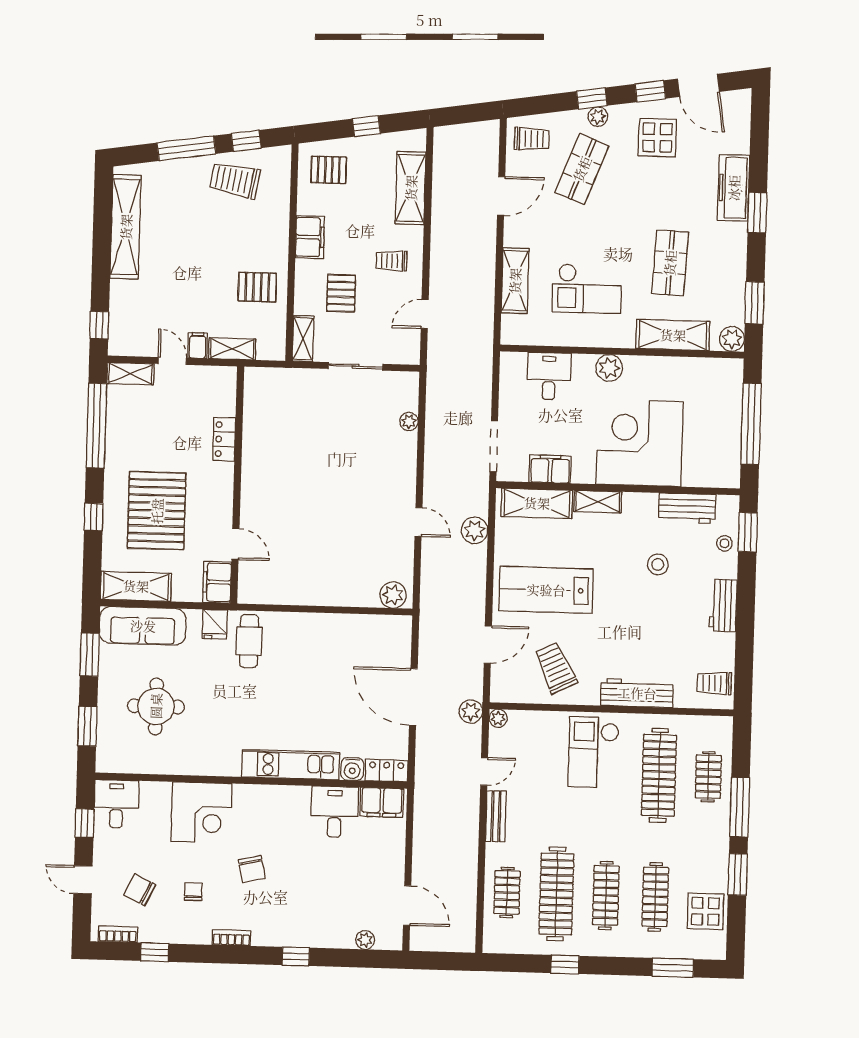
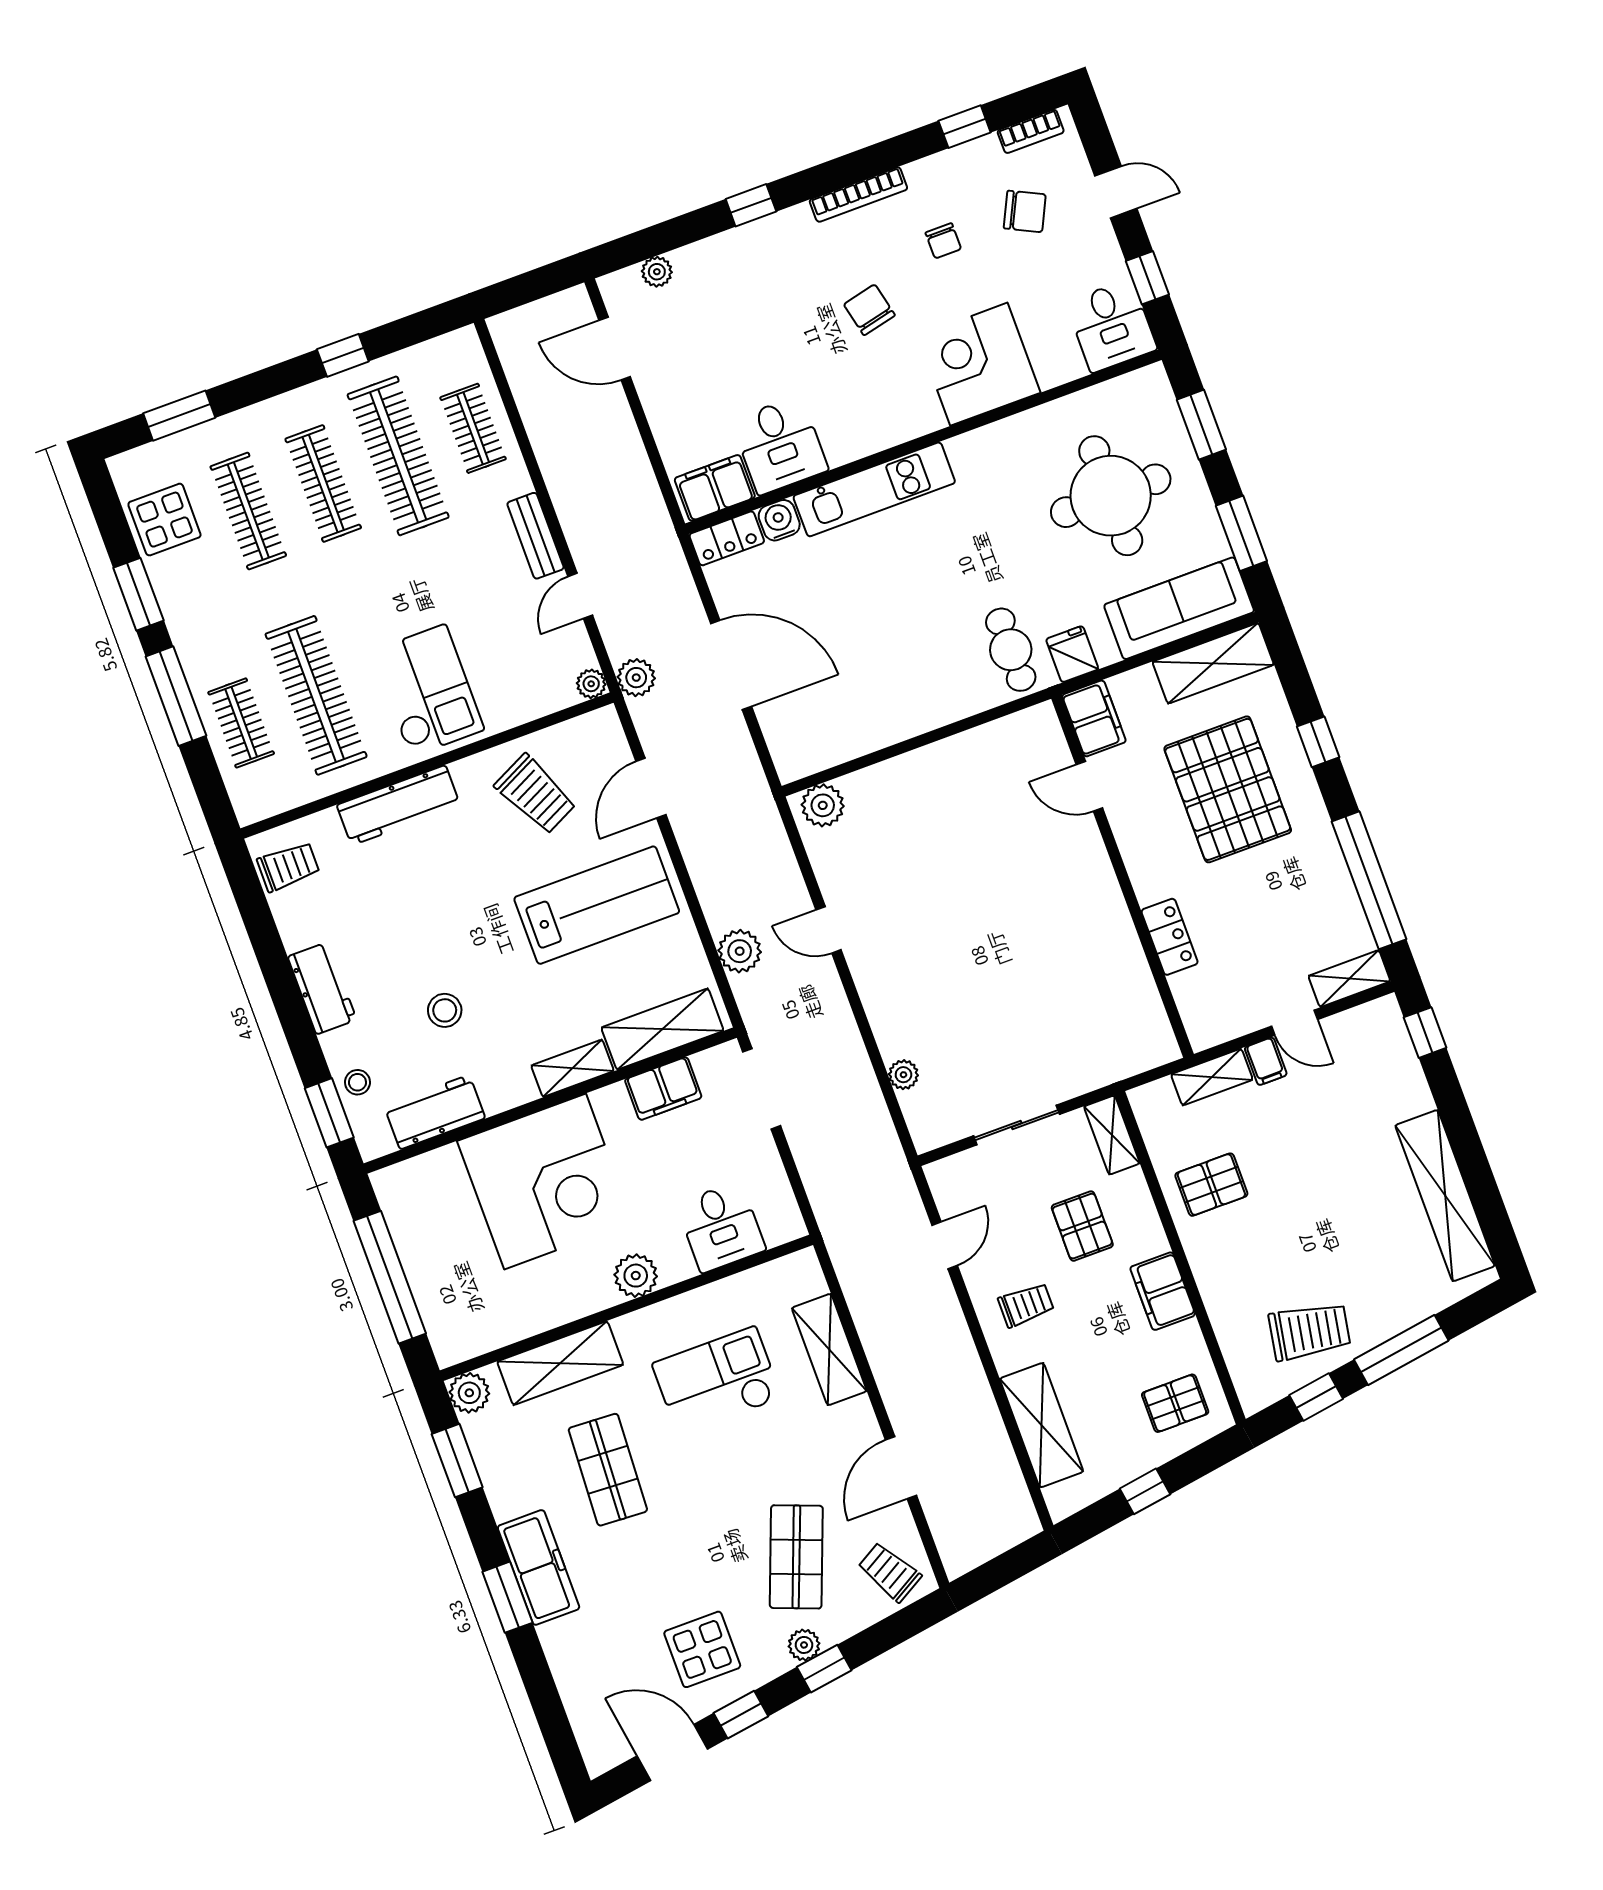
trolley: (532, 139) -> (890, 1572), turned 60
freezer: (734, 188) -> (539, 1567), moved
round table: (156, 706) -> (1111, 496), width x1.36, depth x1.36
bookcase: (231, 938) -> (858, 195), width x1.56

